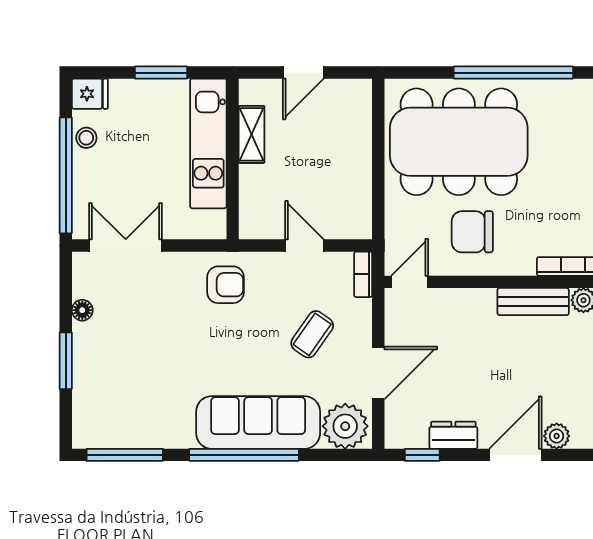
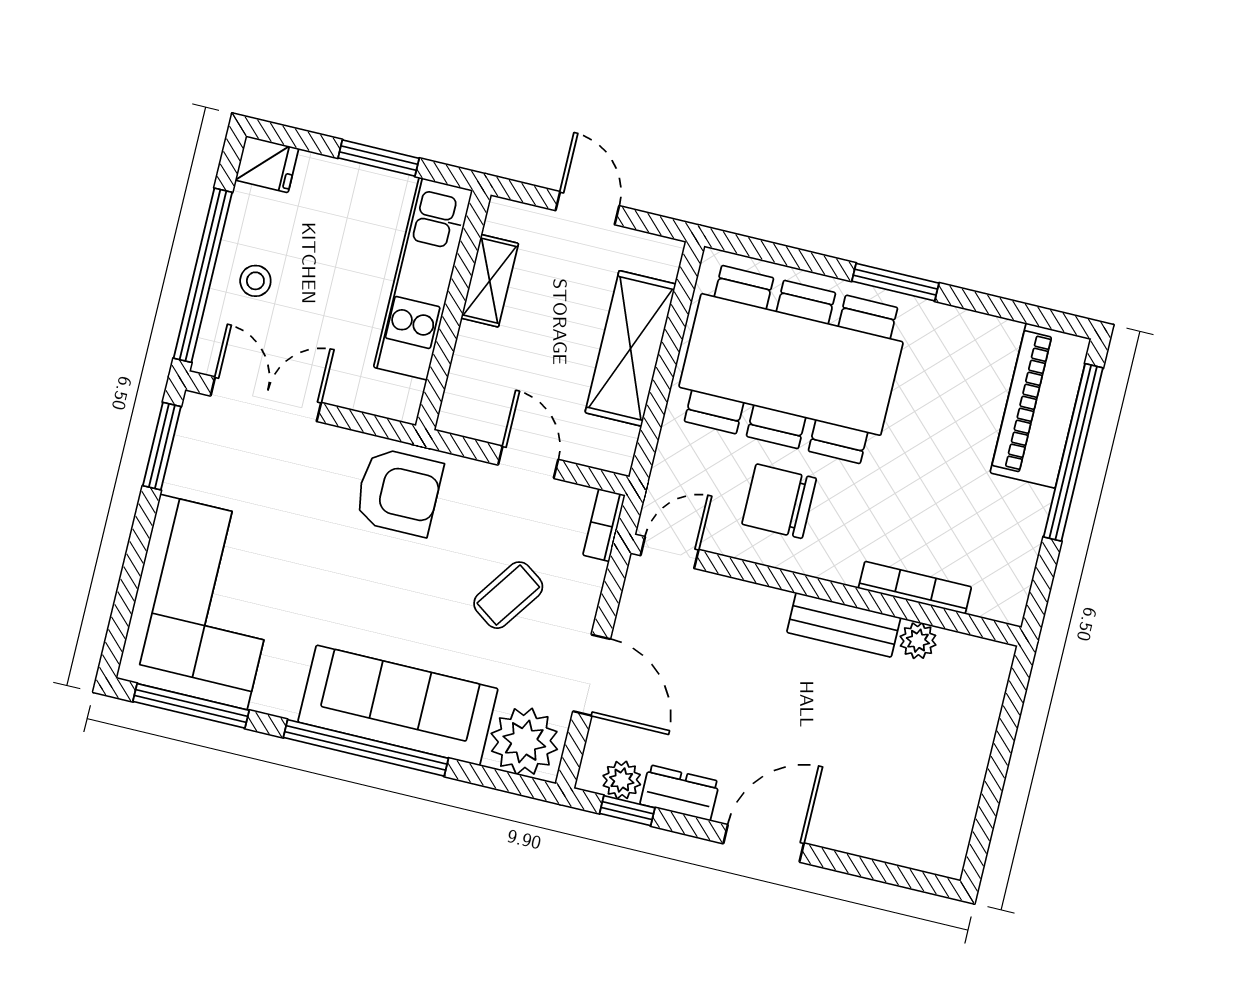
door: (303, 73) -> (587, 208), swing flipped
window: (513, 73) -> (895, 282), width x0.47
stool: (86, 138) -> (255, 281), moved
shelving: (353, 156) -> (631, 348), added
armchair: (226, 285) -> (399, 492), width x1.38, depth x1.38
floor lamp: (82, 310) -> (180, 479), removed
window: (66, 361) -> (162, 446), moved
door: (378, 373) -> (592, 675), hinge flipped
corner sofa: (117, 386) -> (203, 602), added
plant: (557, 436) -> (622, 780), moved

